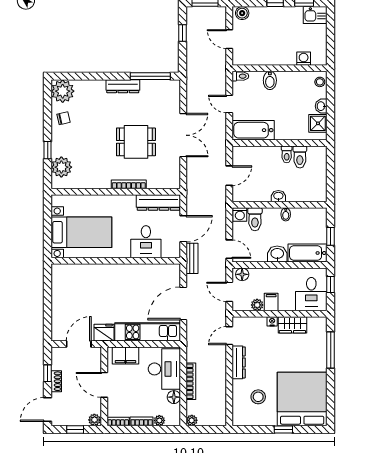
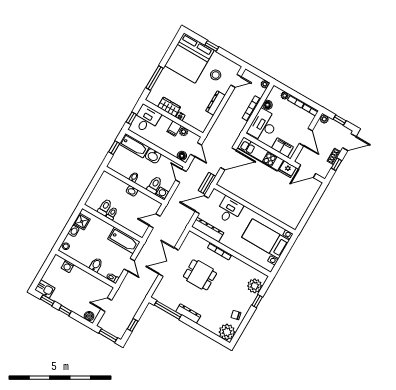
door: (229, 39) -> (106, 305), swing flipped
door: (229, 336) -> (236, 81), moved

